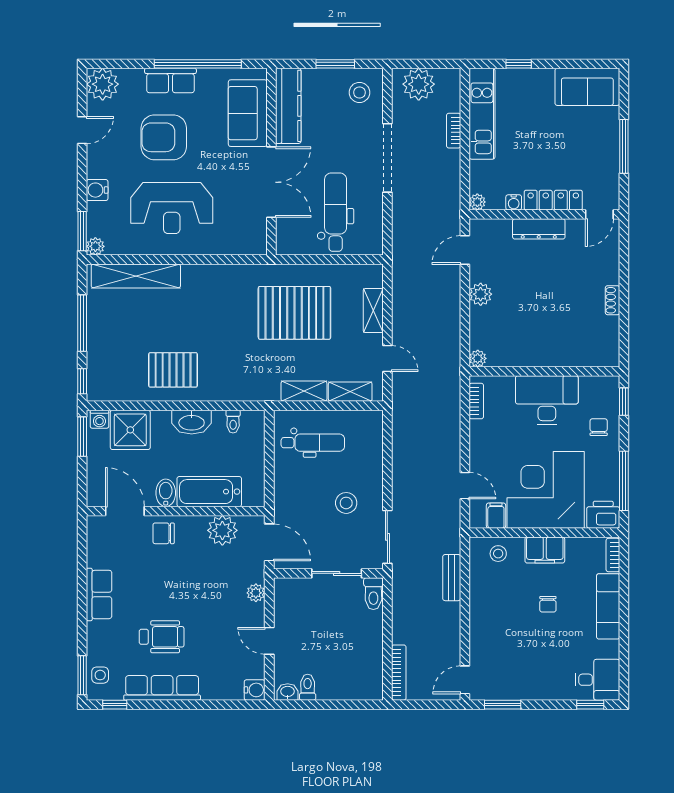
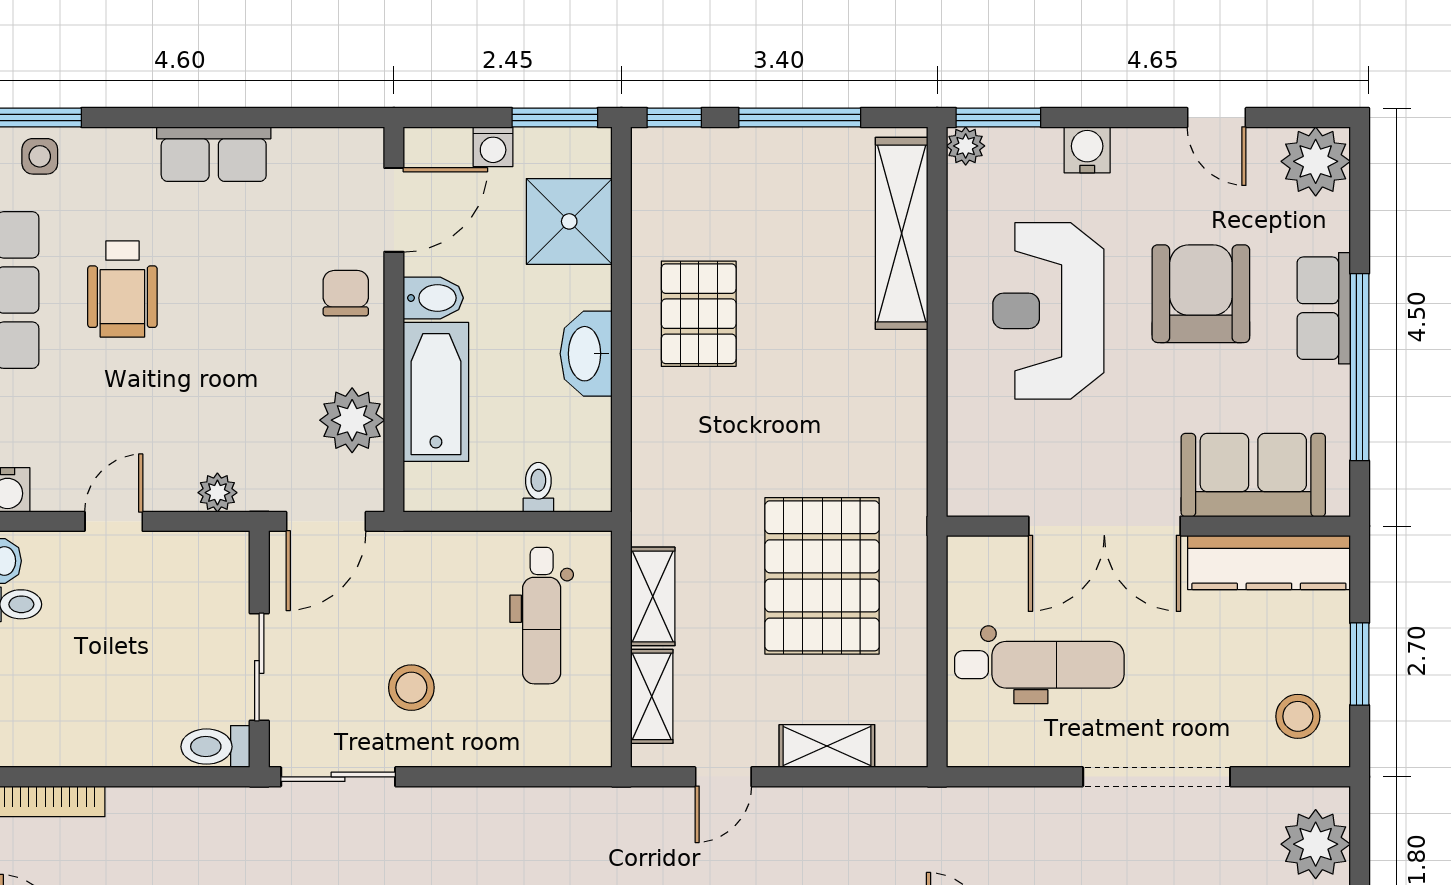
washing machine: (99, 419) -> (493, 147), moved, turned -90
toilet: (233, 422) -> (538, 487), moved, turned 90

